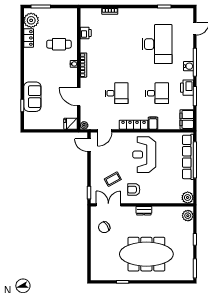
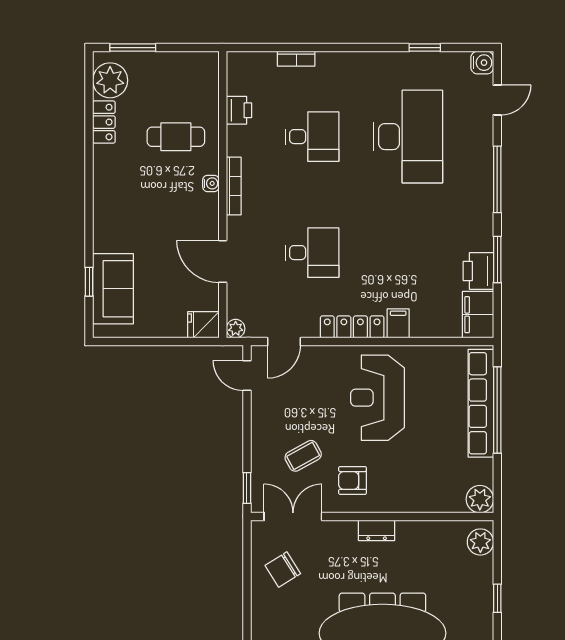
water cooler: (189, 66) -> (482, 63), moved
printer: (187, 88) -> (478, 271), moved
desk: (157, 93) -> (312, 137), moved
sofa: (32, 97) -> (113, 289), moved

